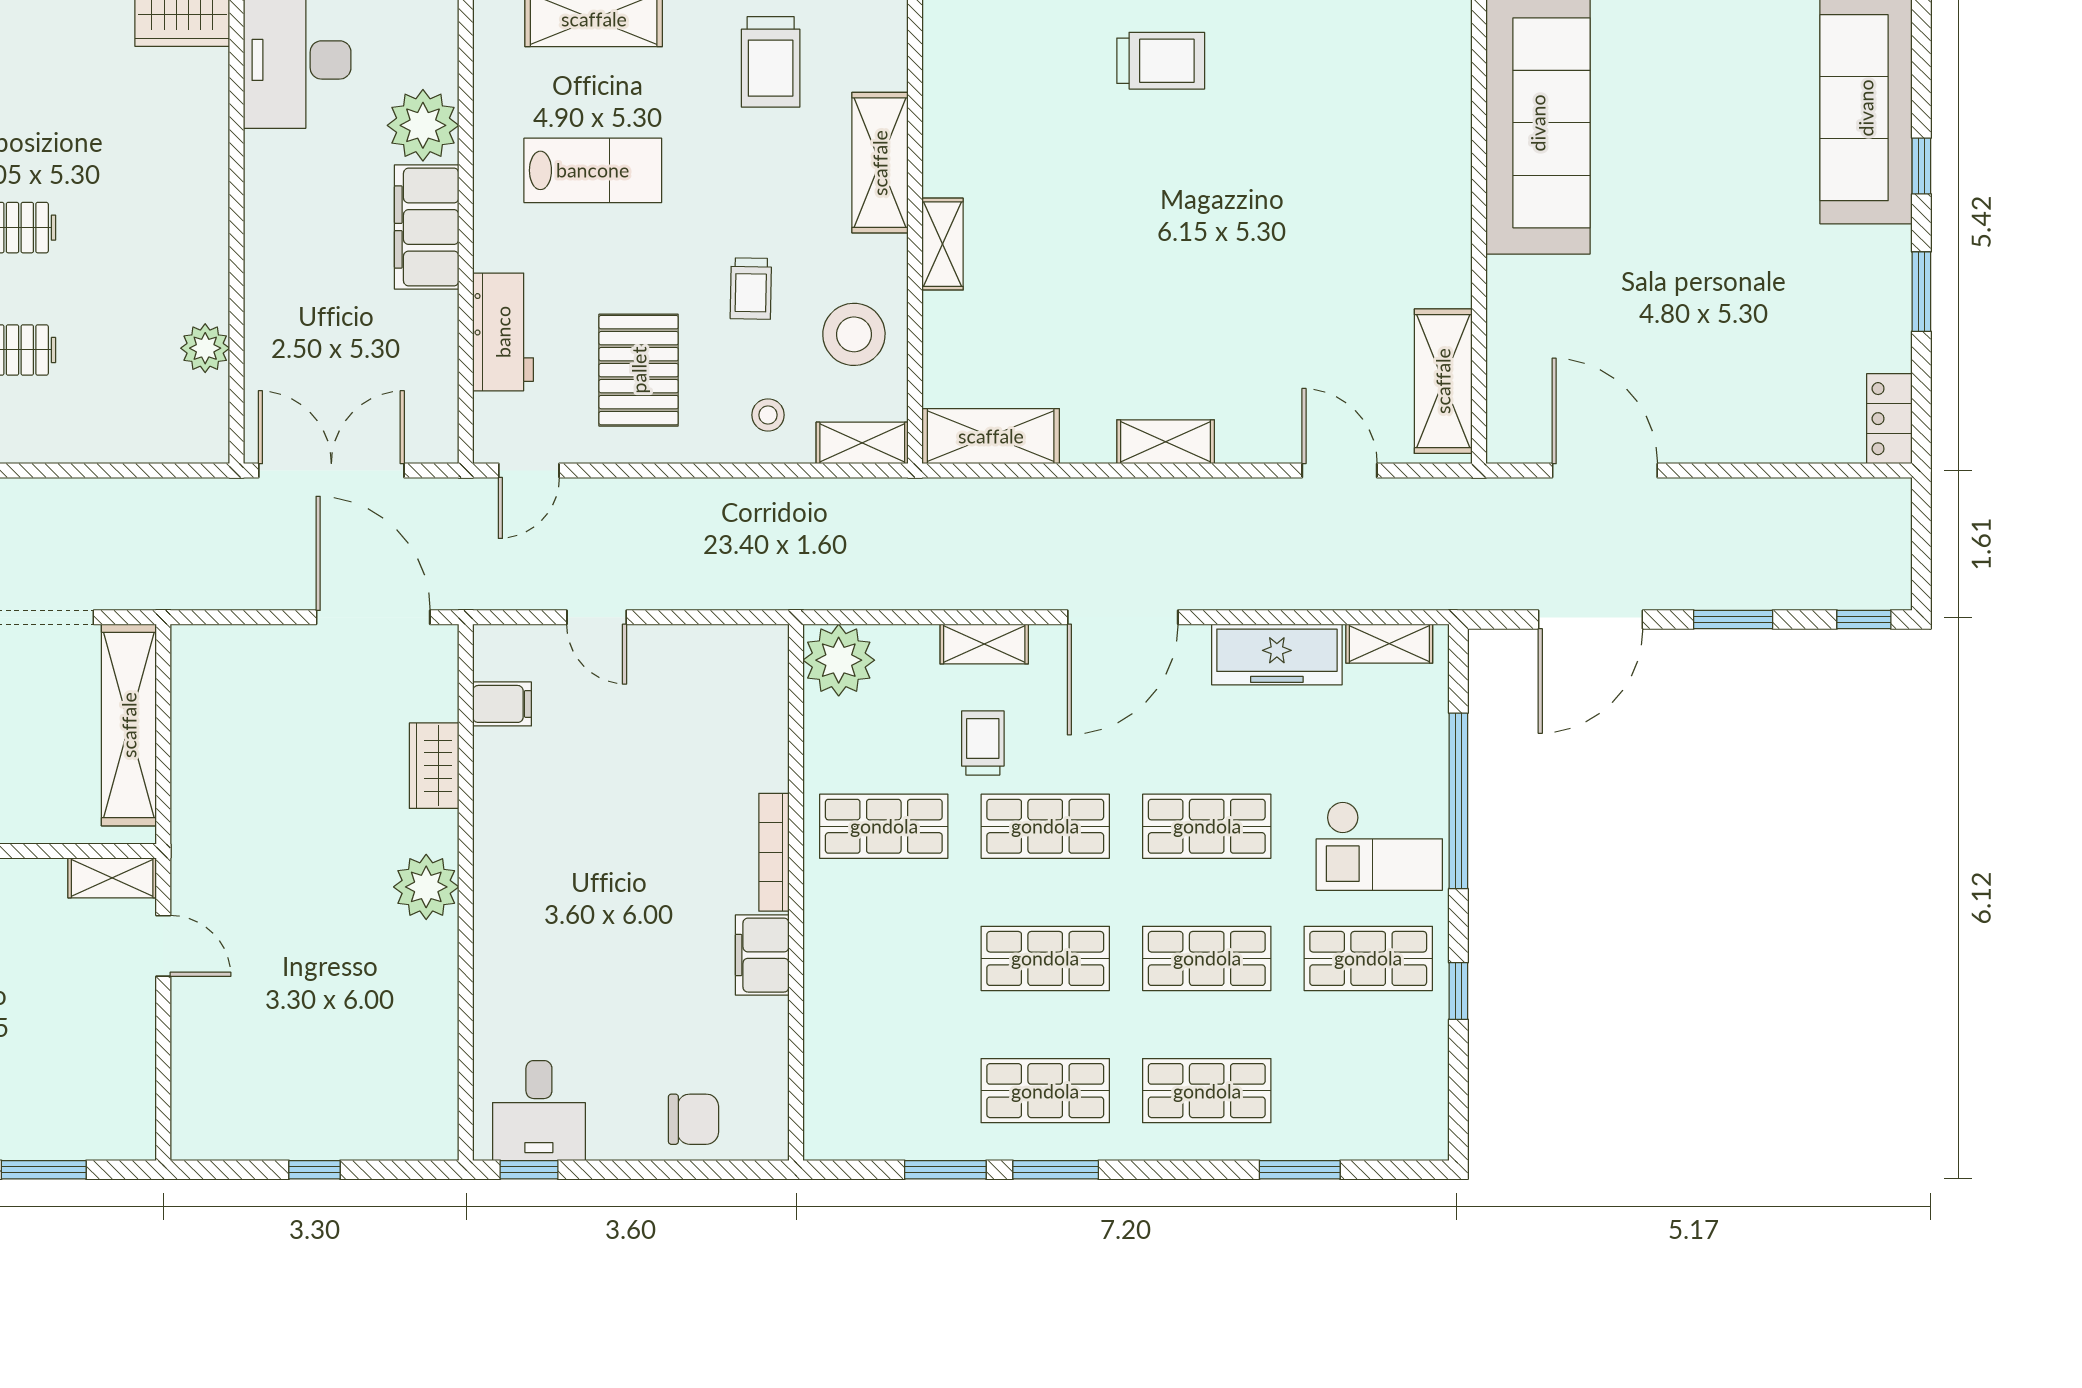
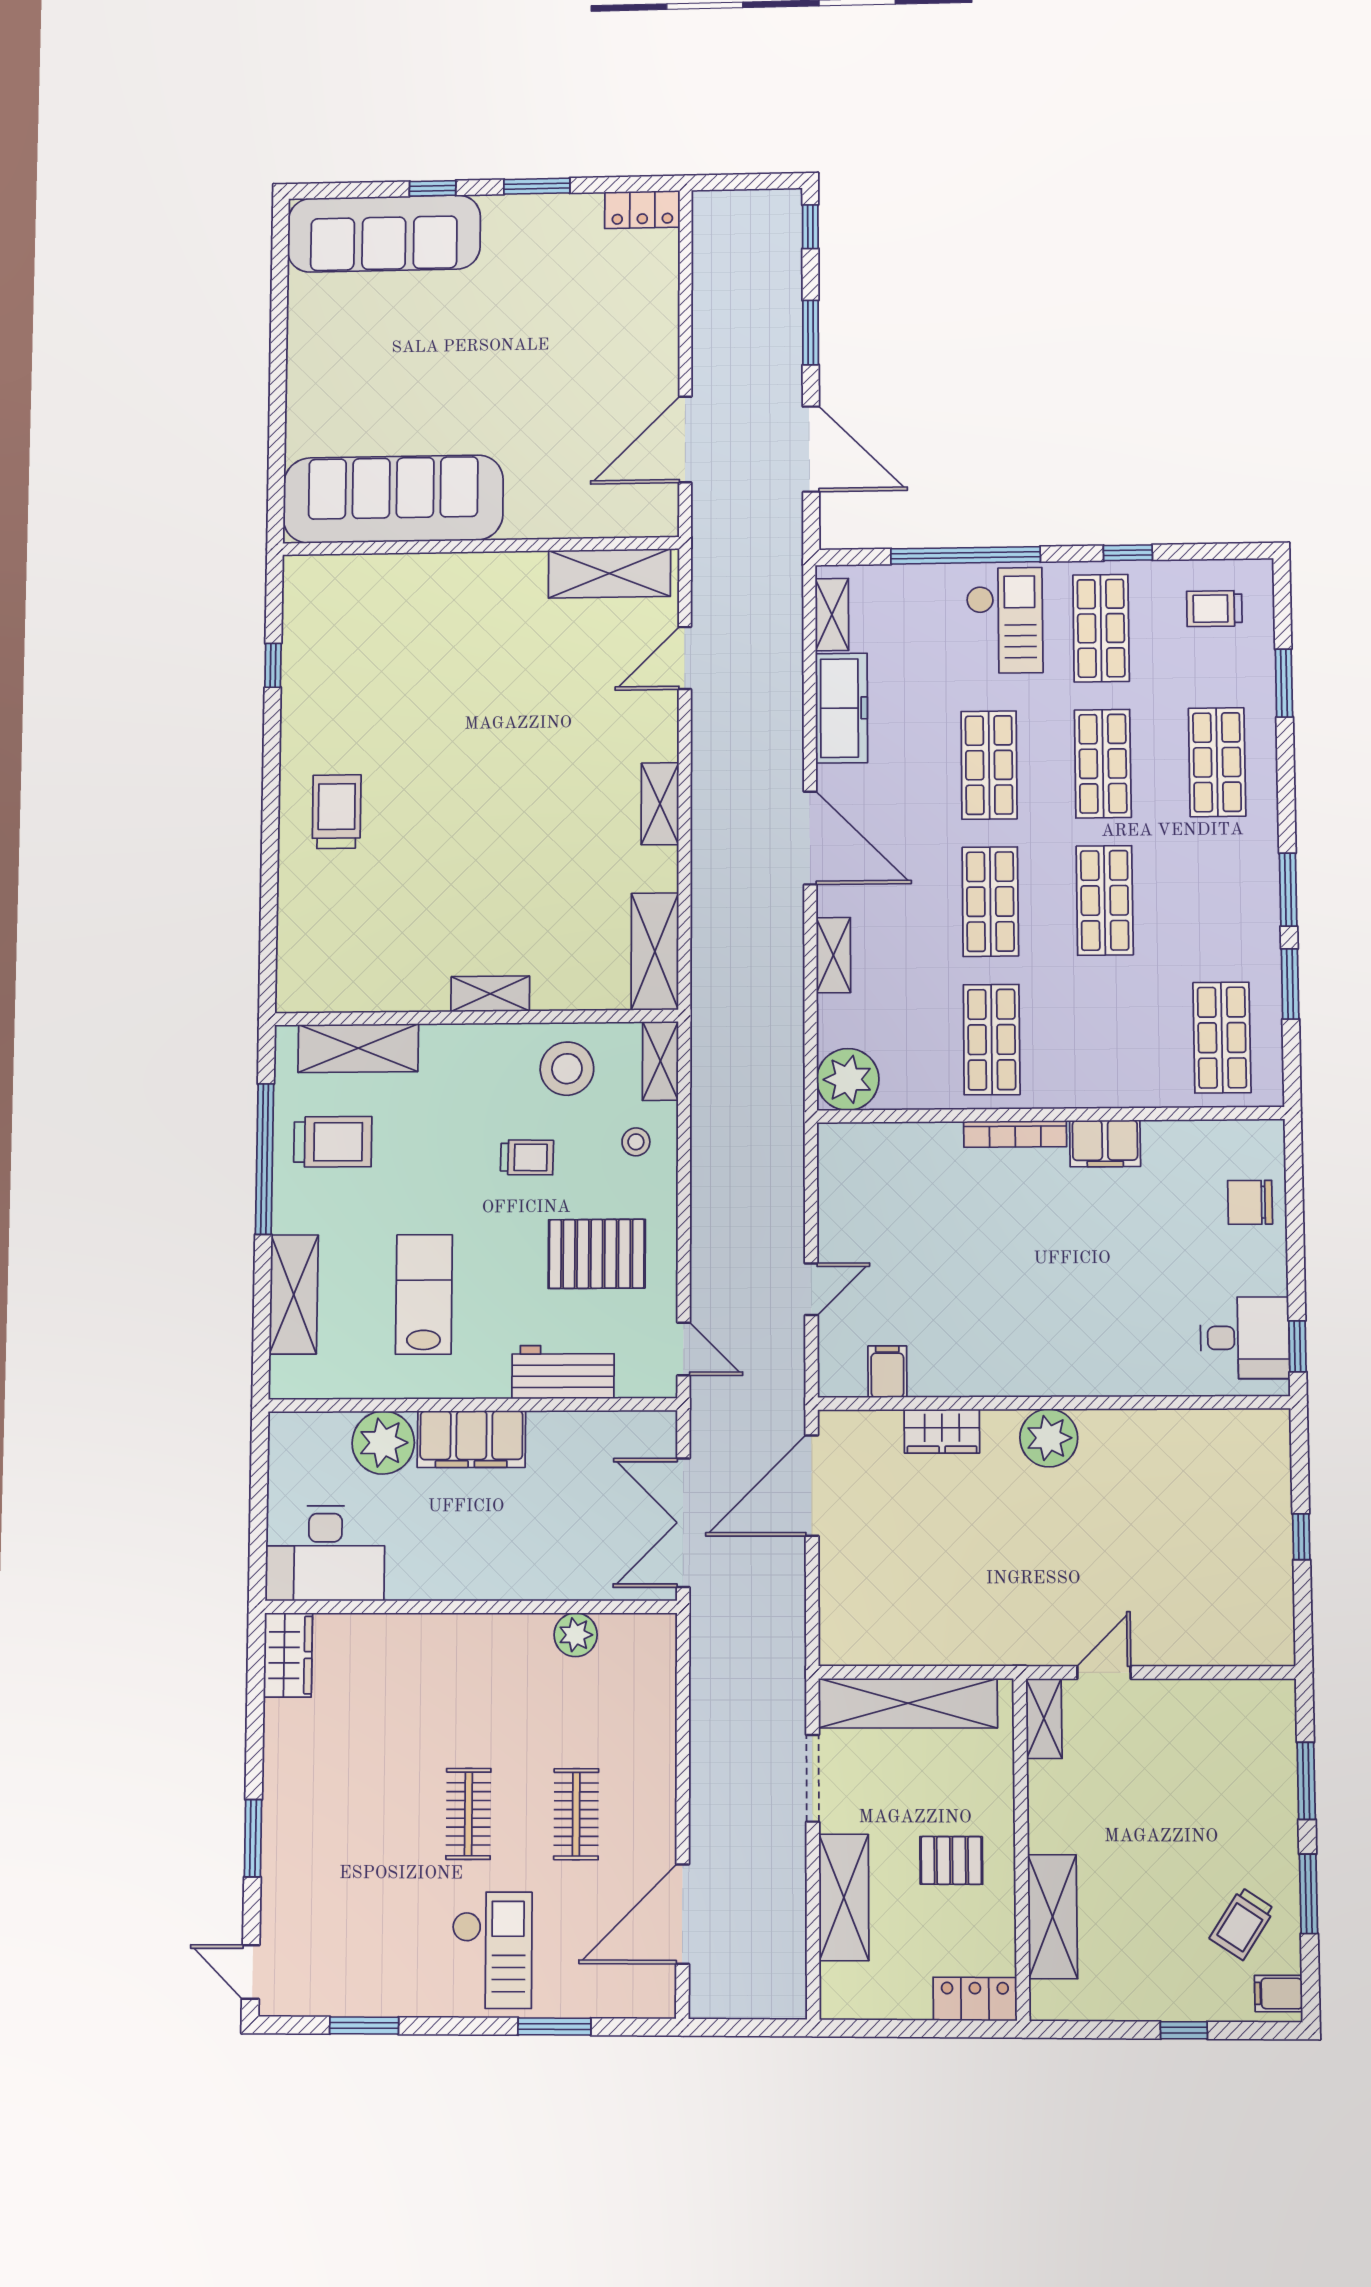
shelving: (880, 163) -> (358, 1048), moved
trolley: (983, 743) -> (1214, 609), moved
shop shelf: (1045, 1091) -> (1222, 1038), moved
chair: (693, 1119) -> (1250, 1202), turned -90

